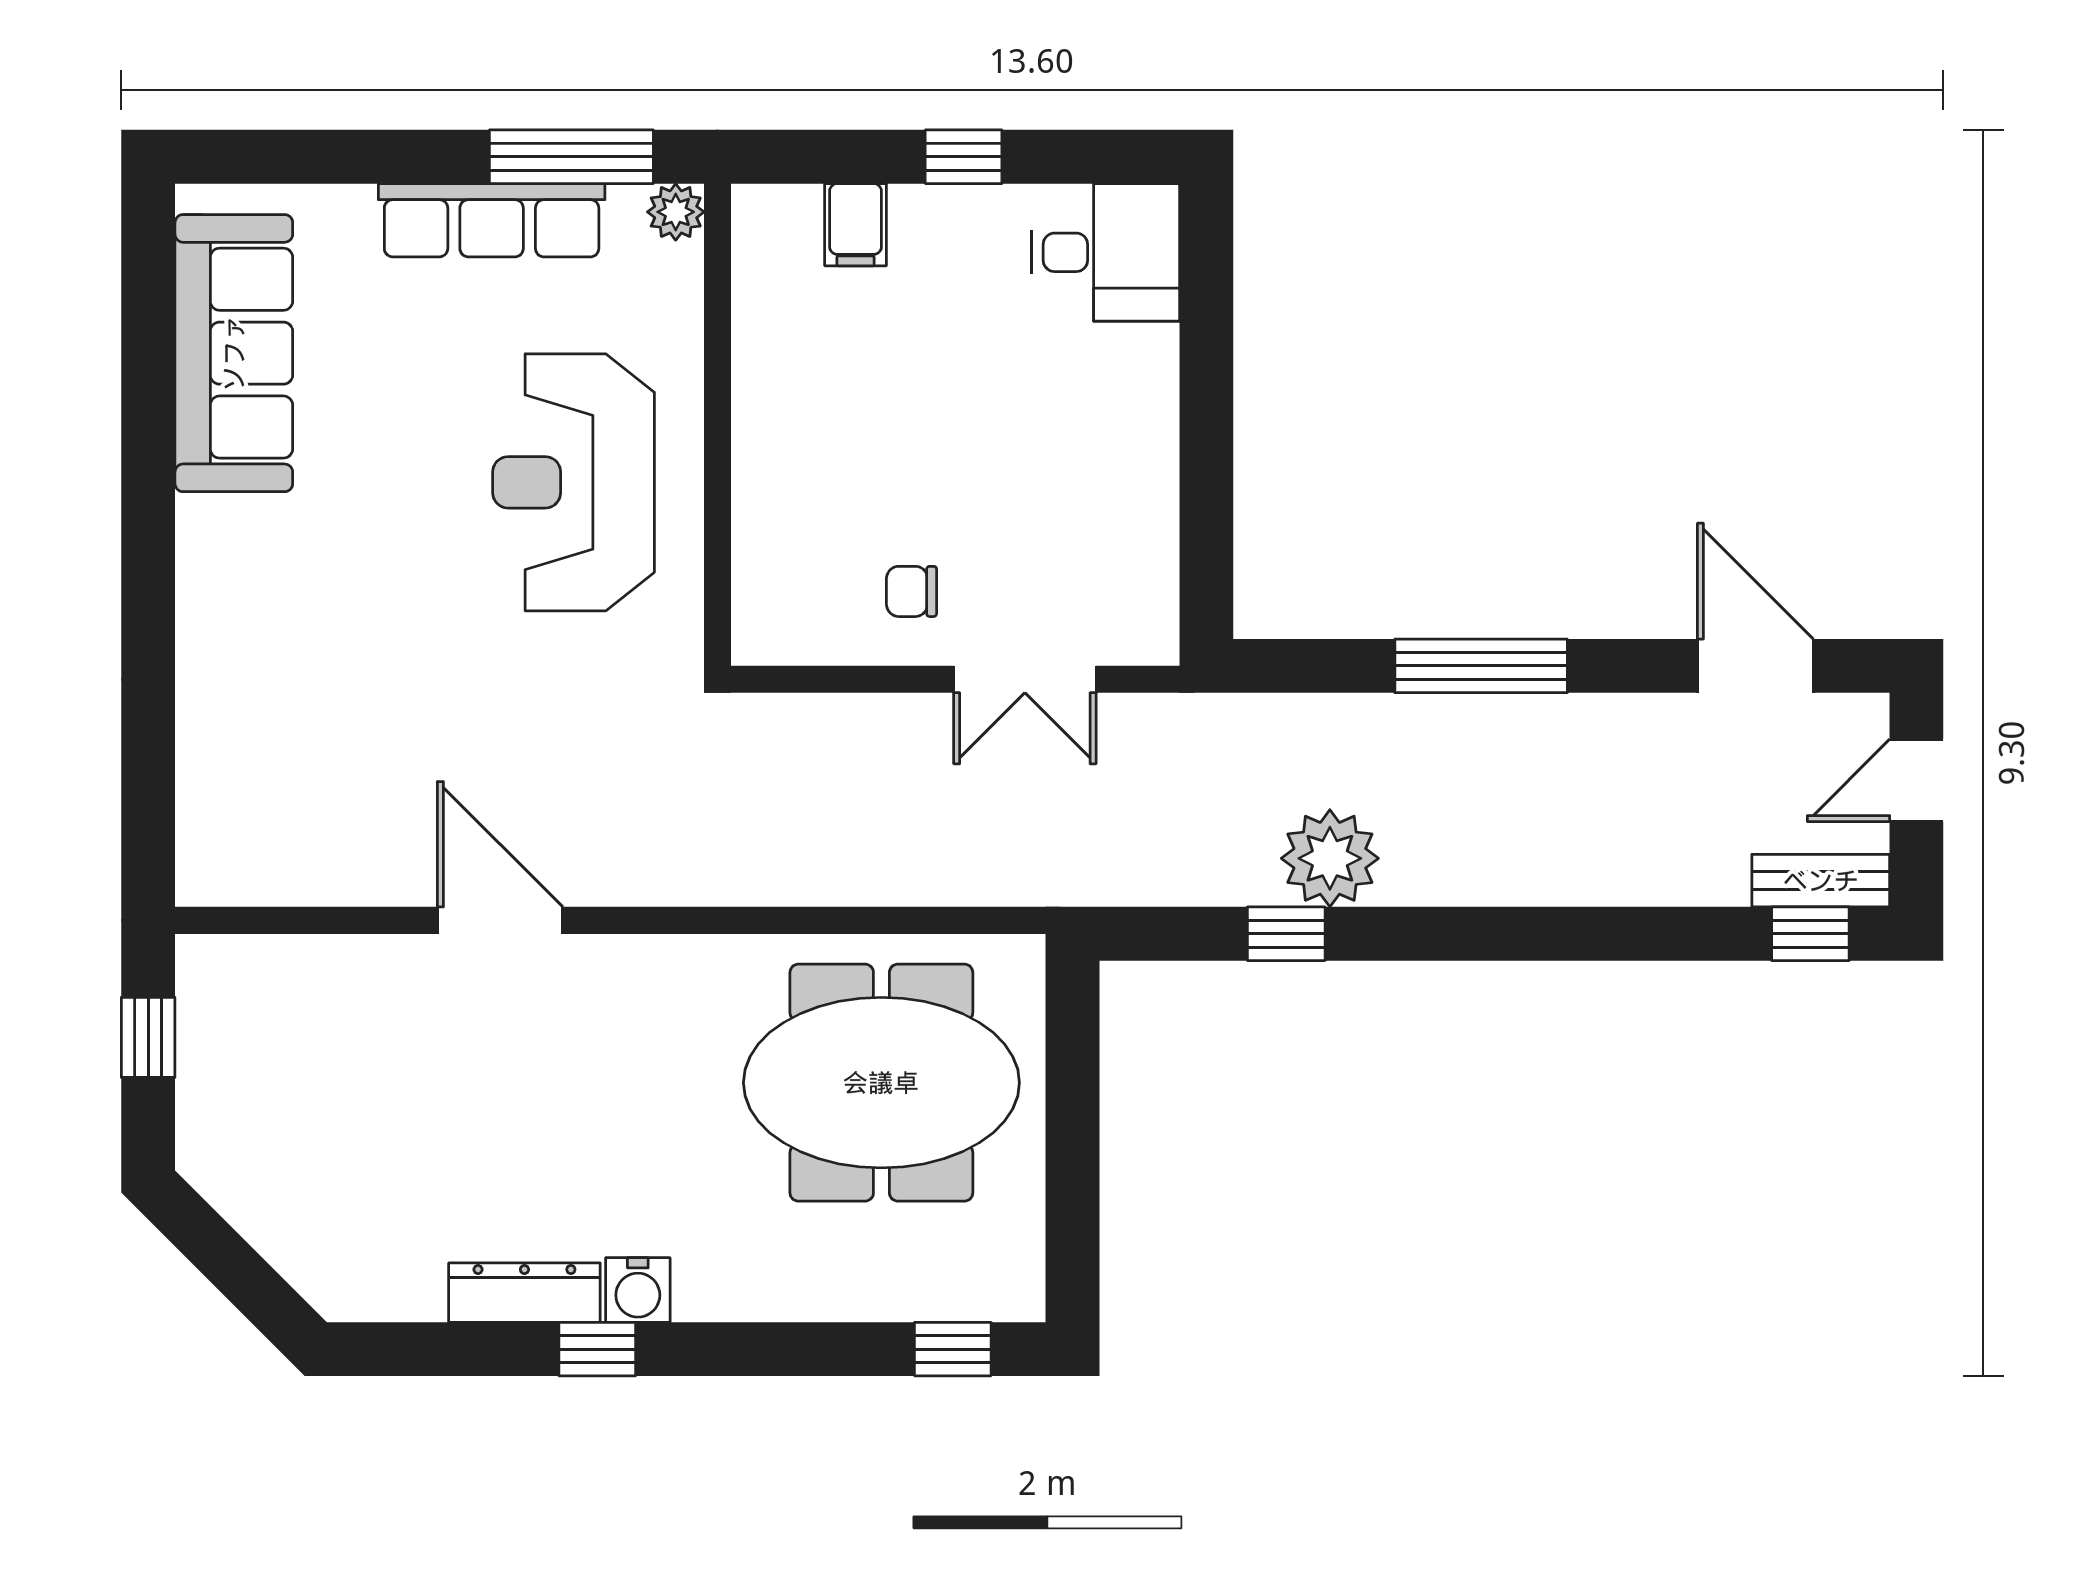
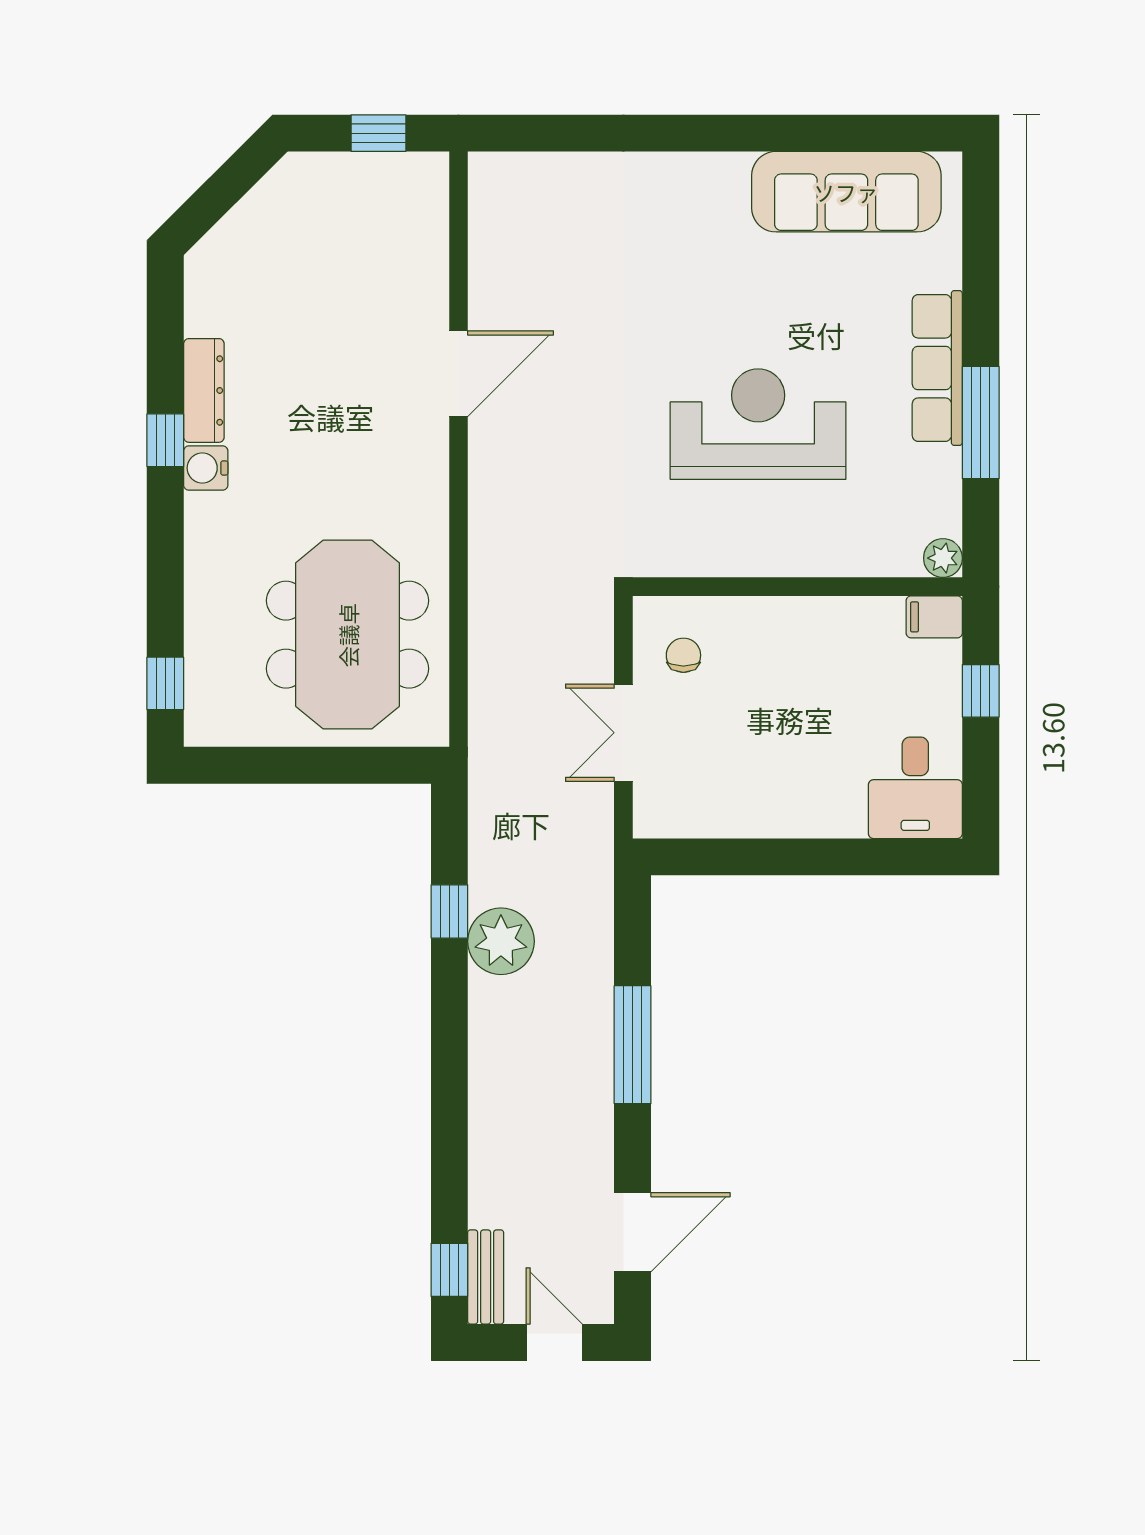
plant: (676, 212) -> (943, 558), moved
wall: (717, 425) -> (797, 587), moved

